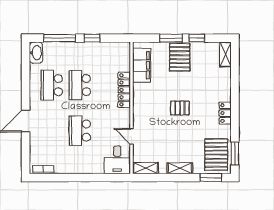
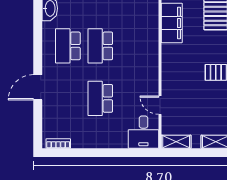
locker: (124, 90) -> (152, 51), removed

